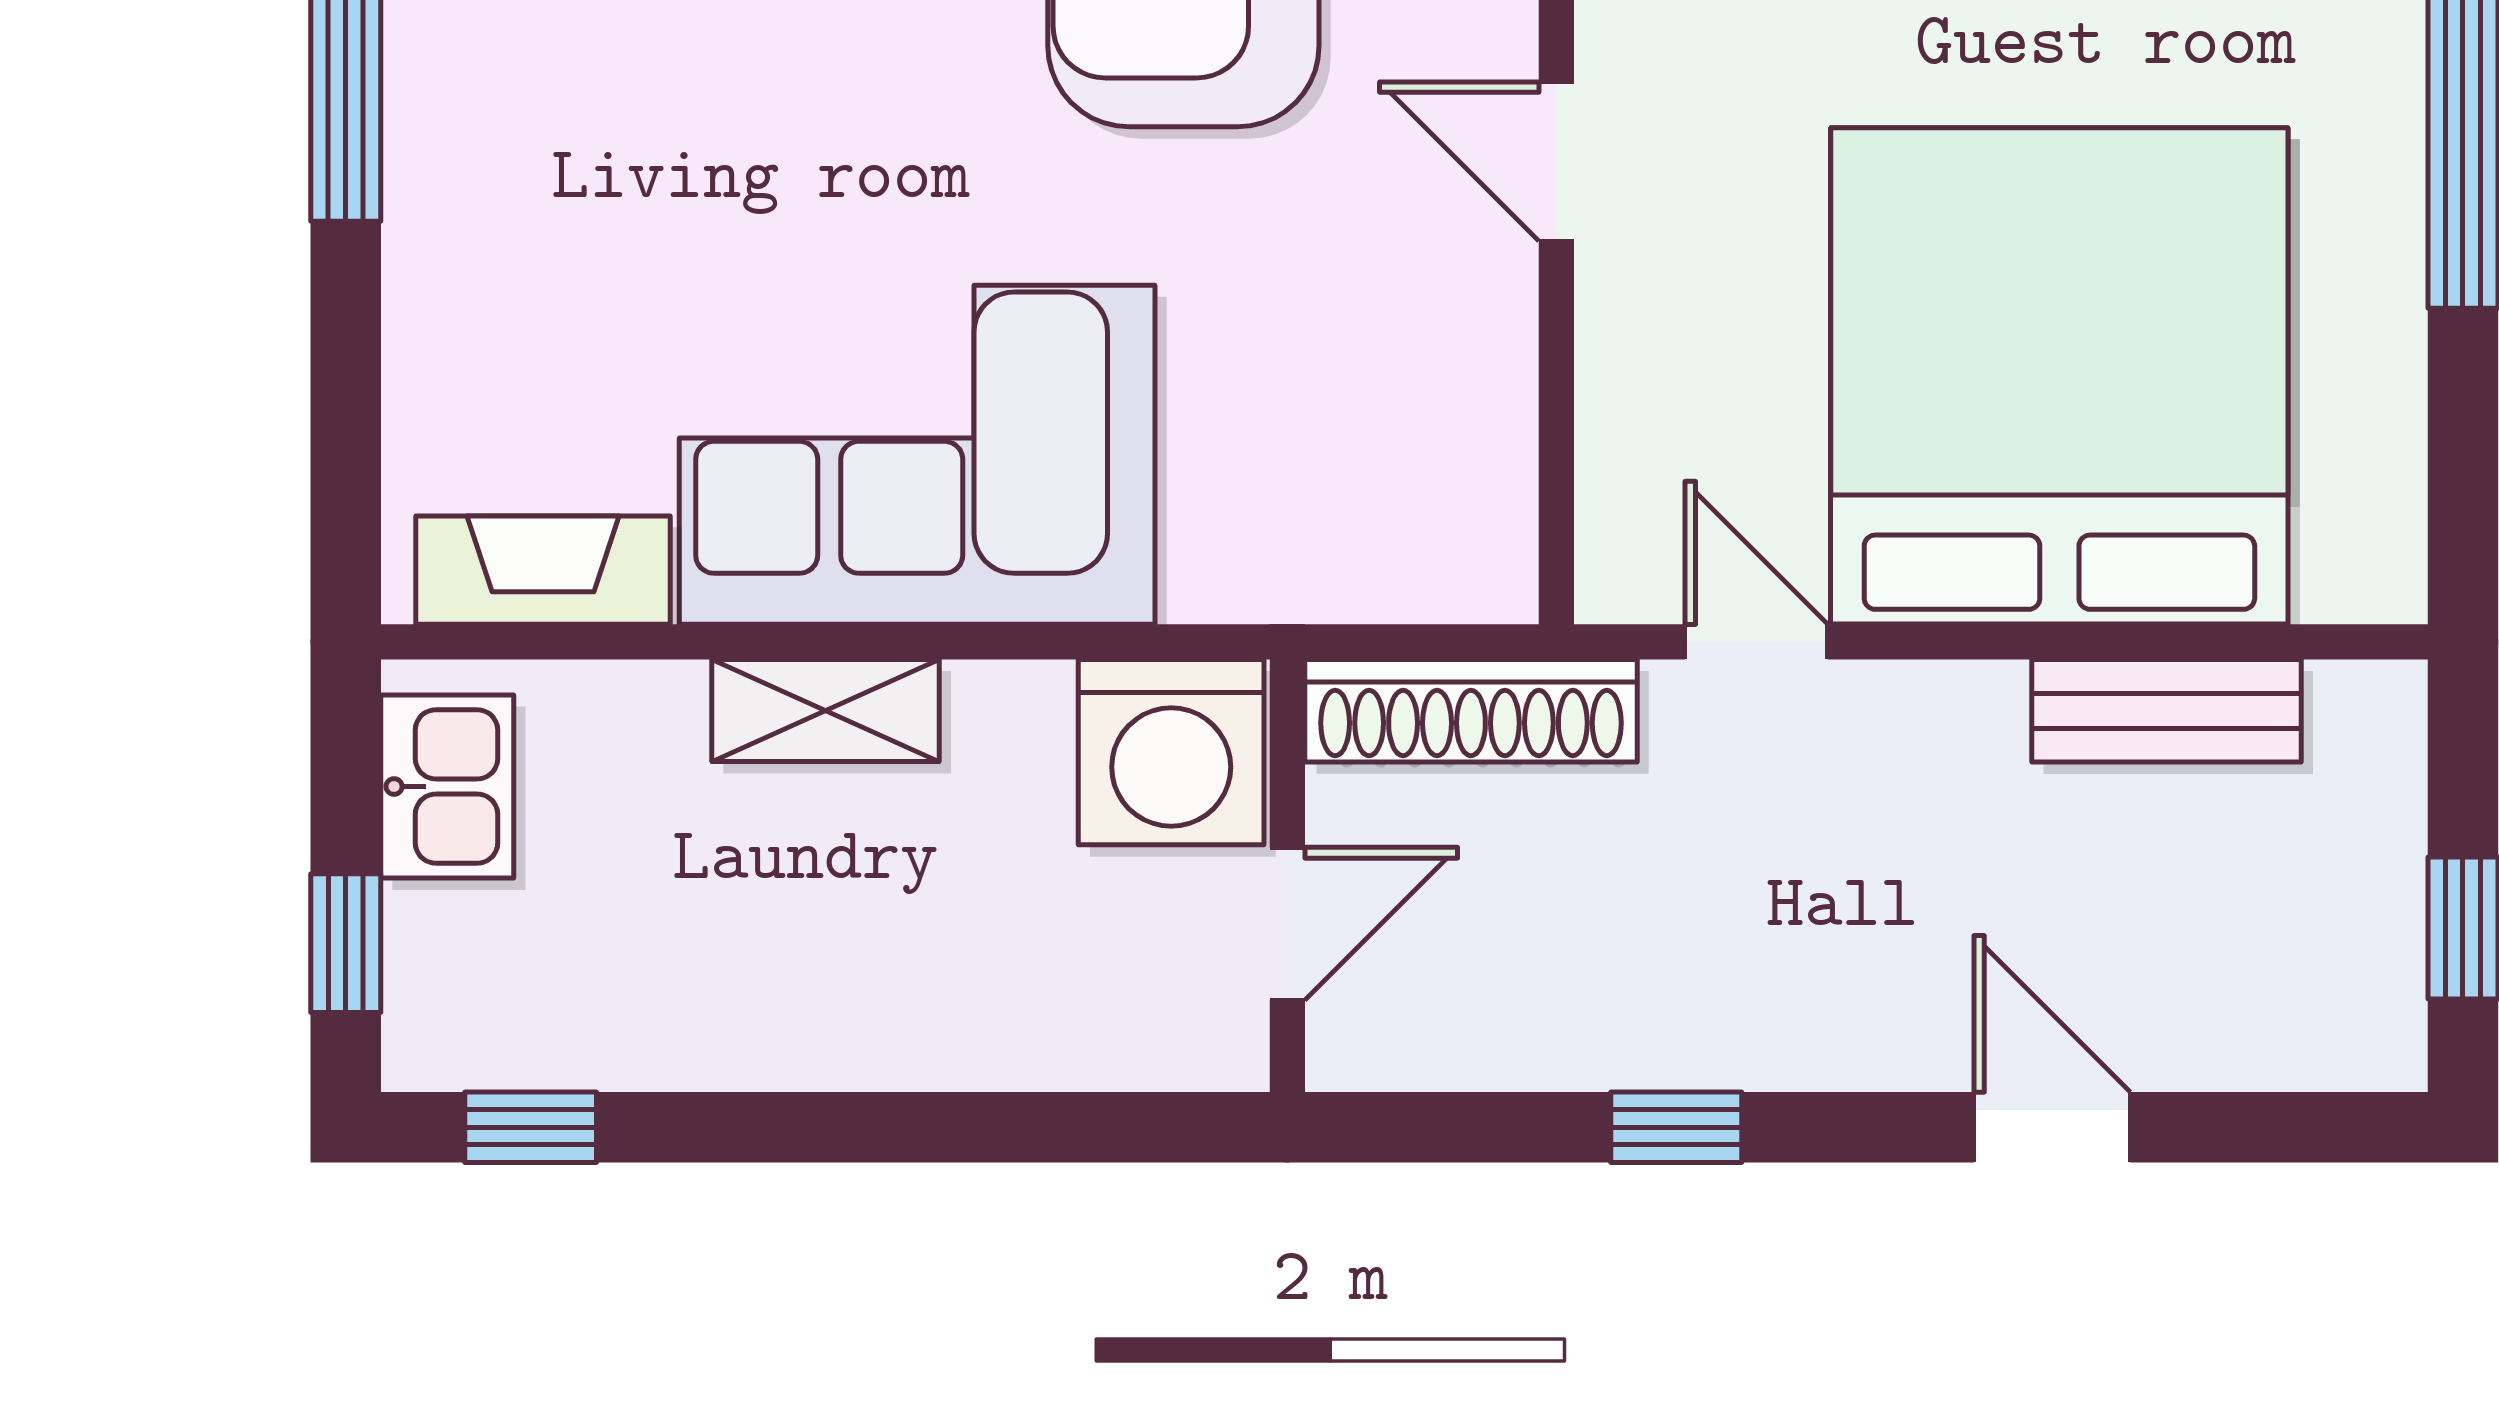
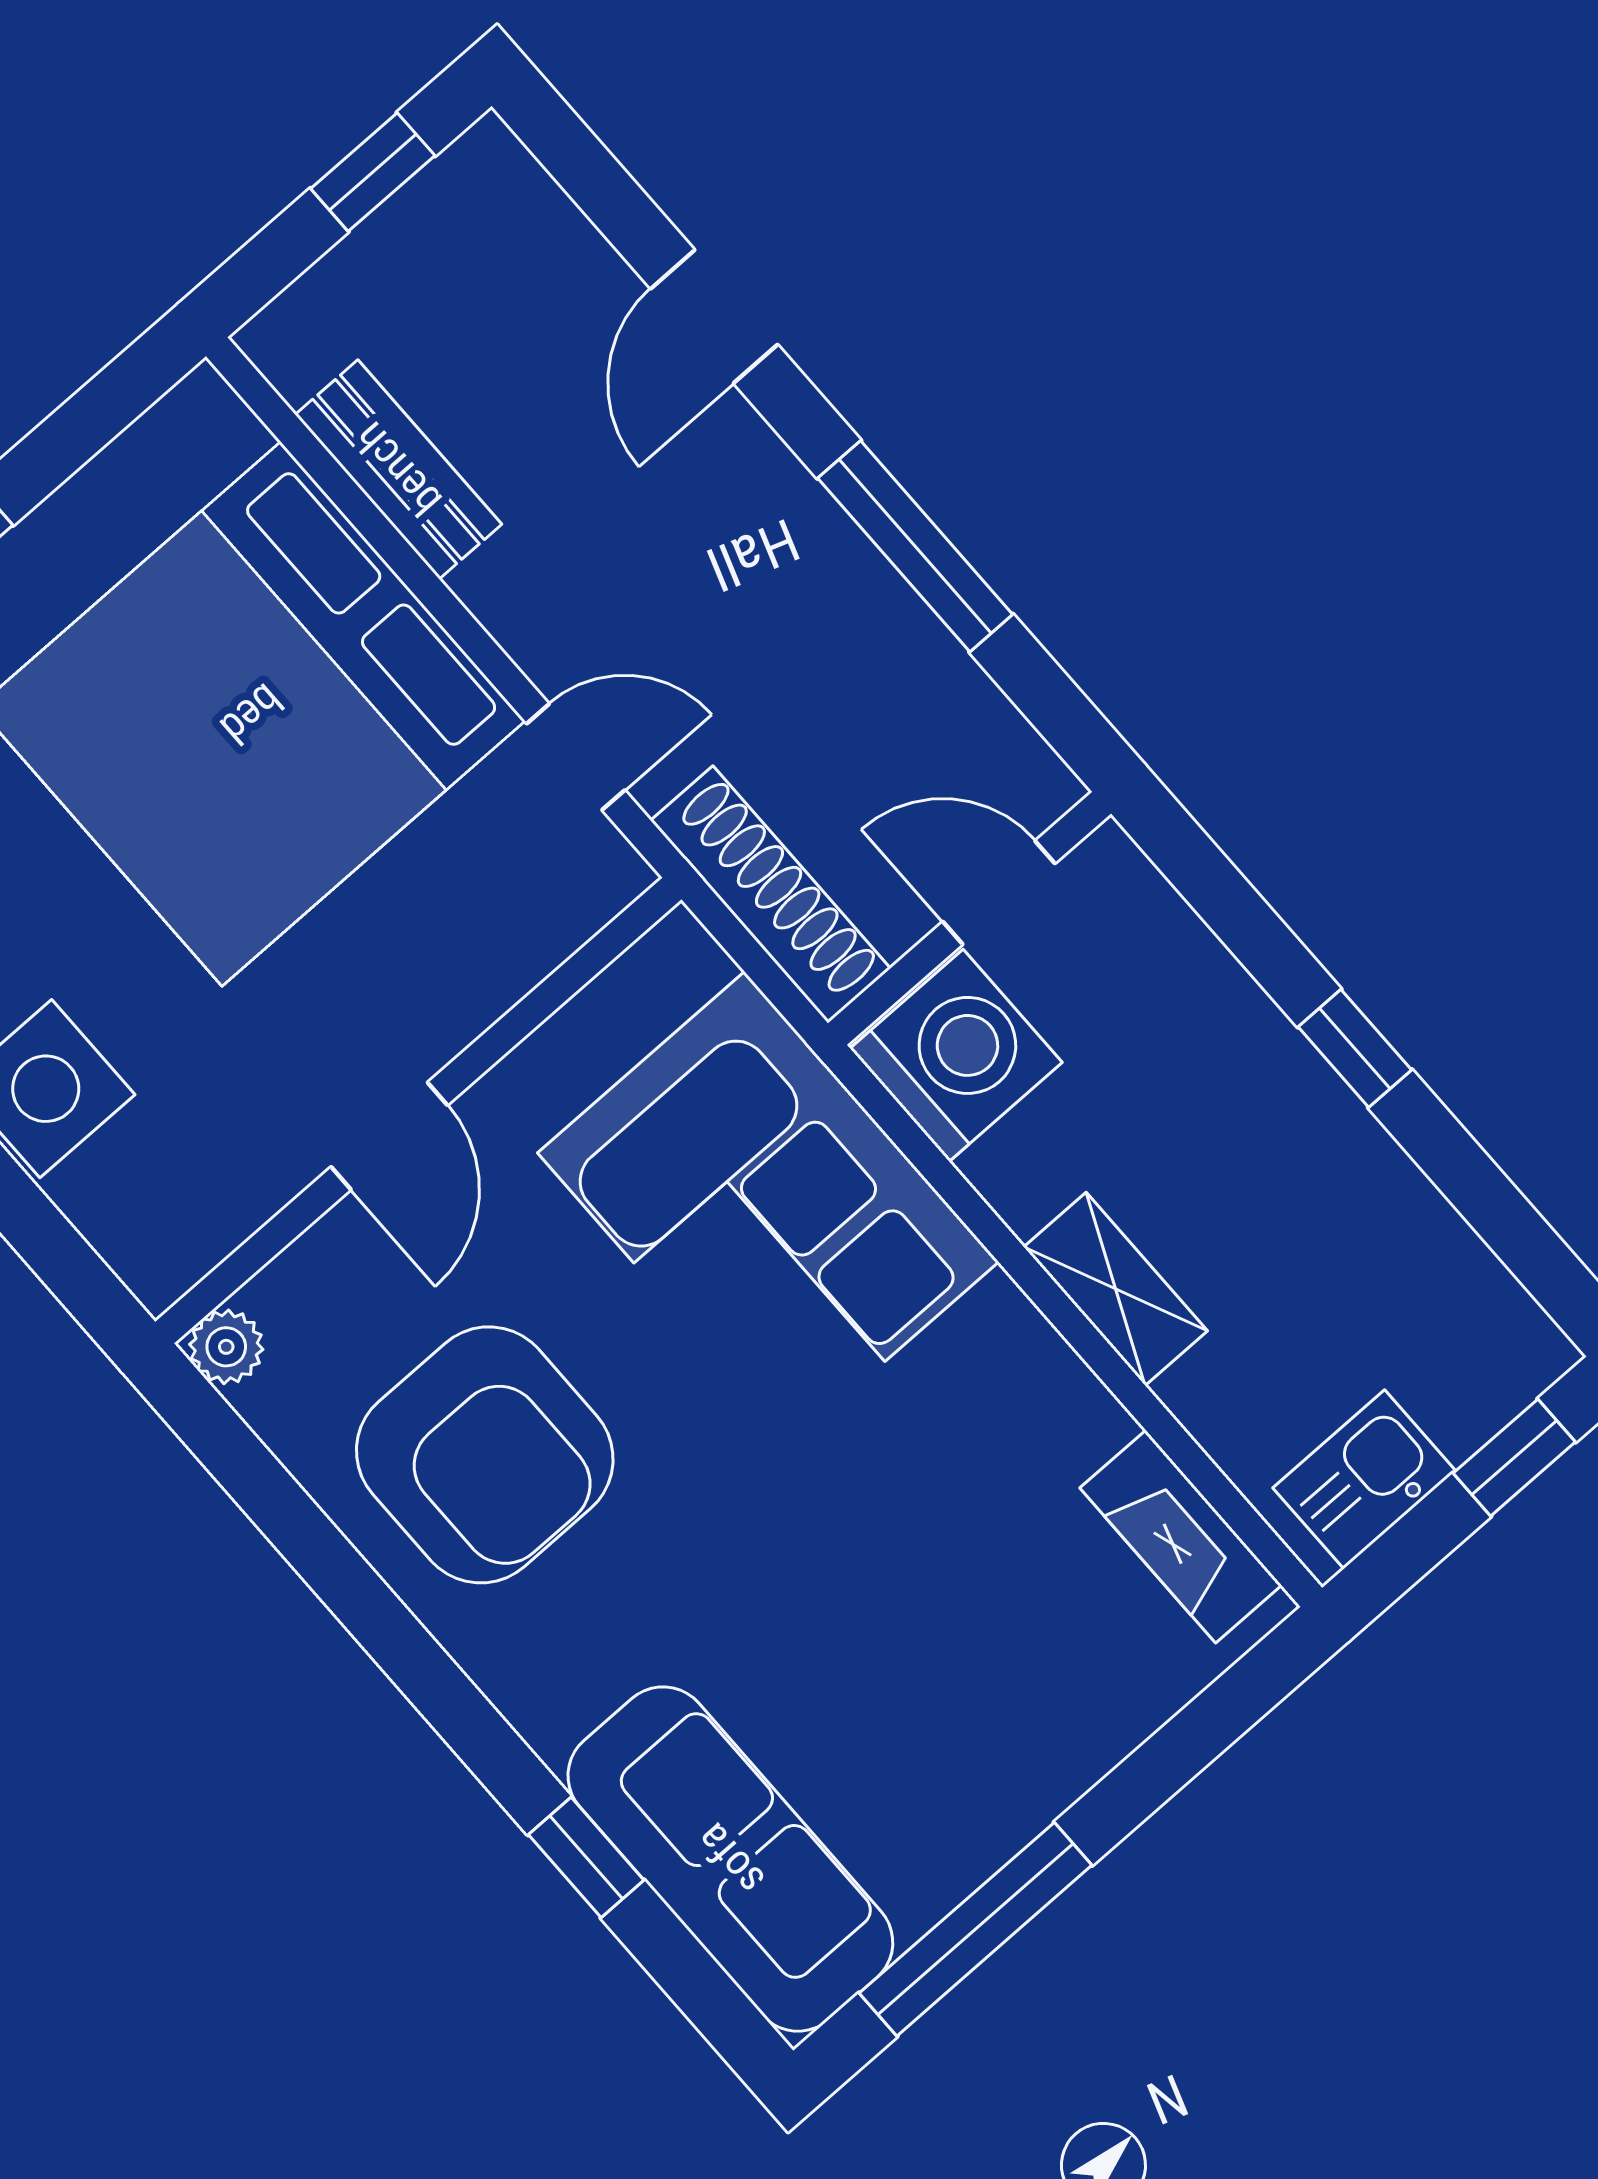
corner sofa: (917, 455) -> (768, 1207), moved
door: (1756, 642) -> (576, 757), swing flipped
window: (531, 1127) -> (1355, 1048), moved
window: (1676, 1127) -> (915, 546), width x2.17

